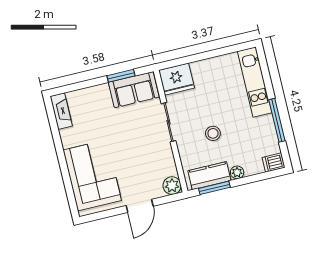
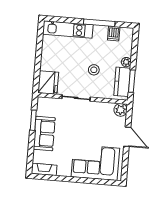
sofa: (134, 90) -> (44, 134), moved
dishwasher: (274, 162) -> (114, 33), moved

